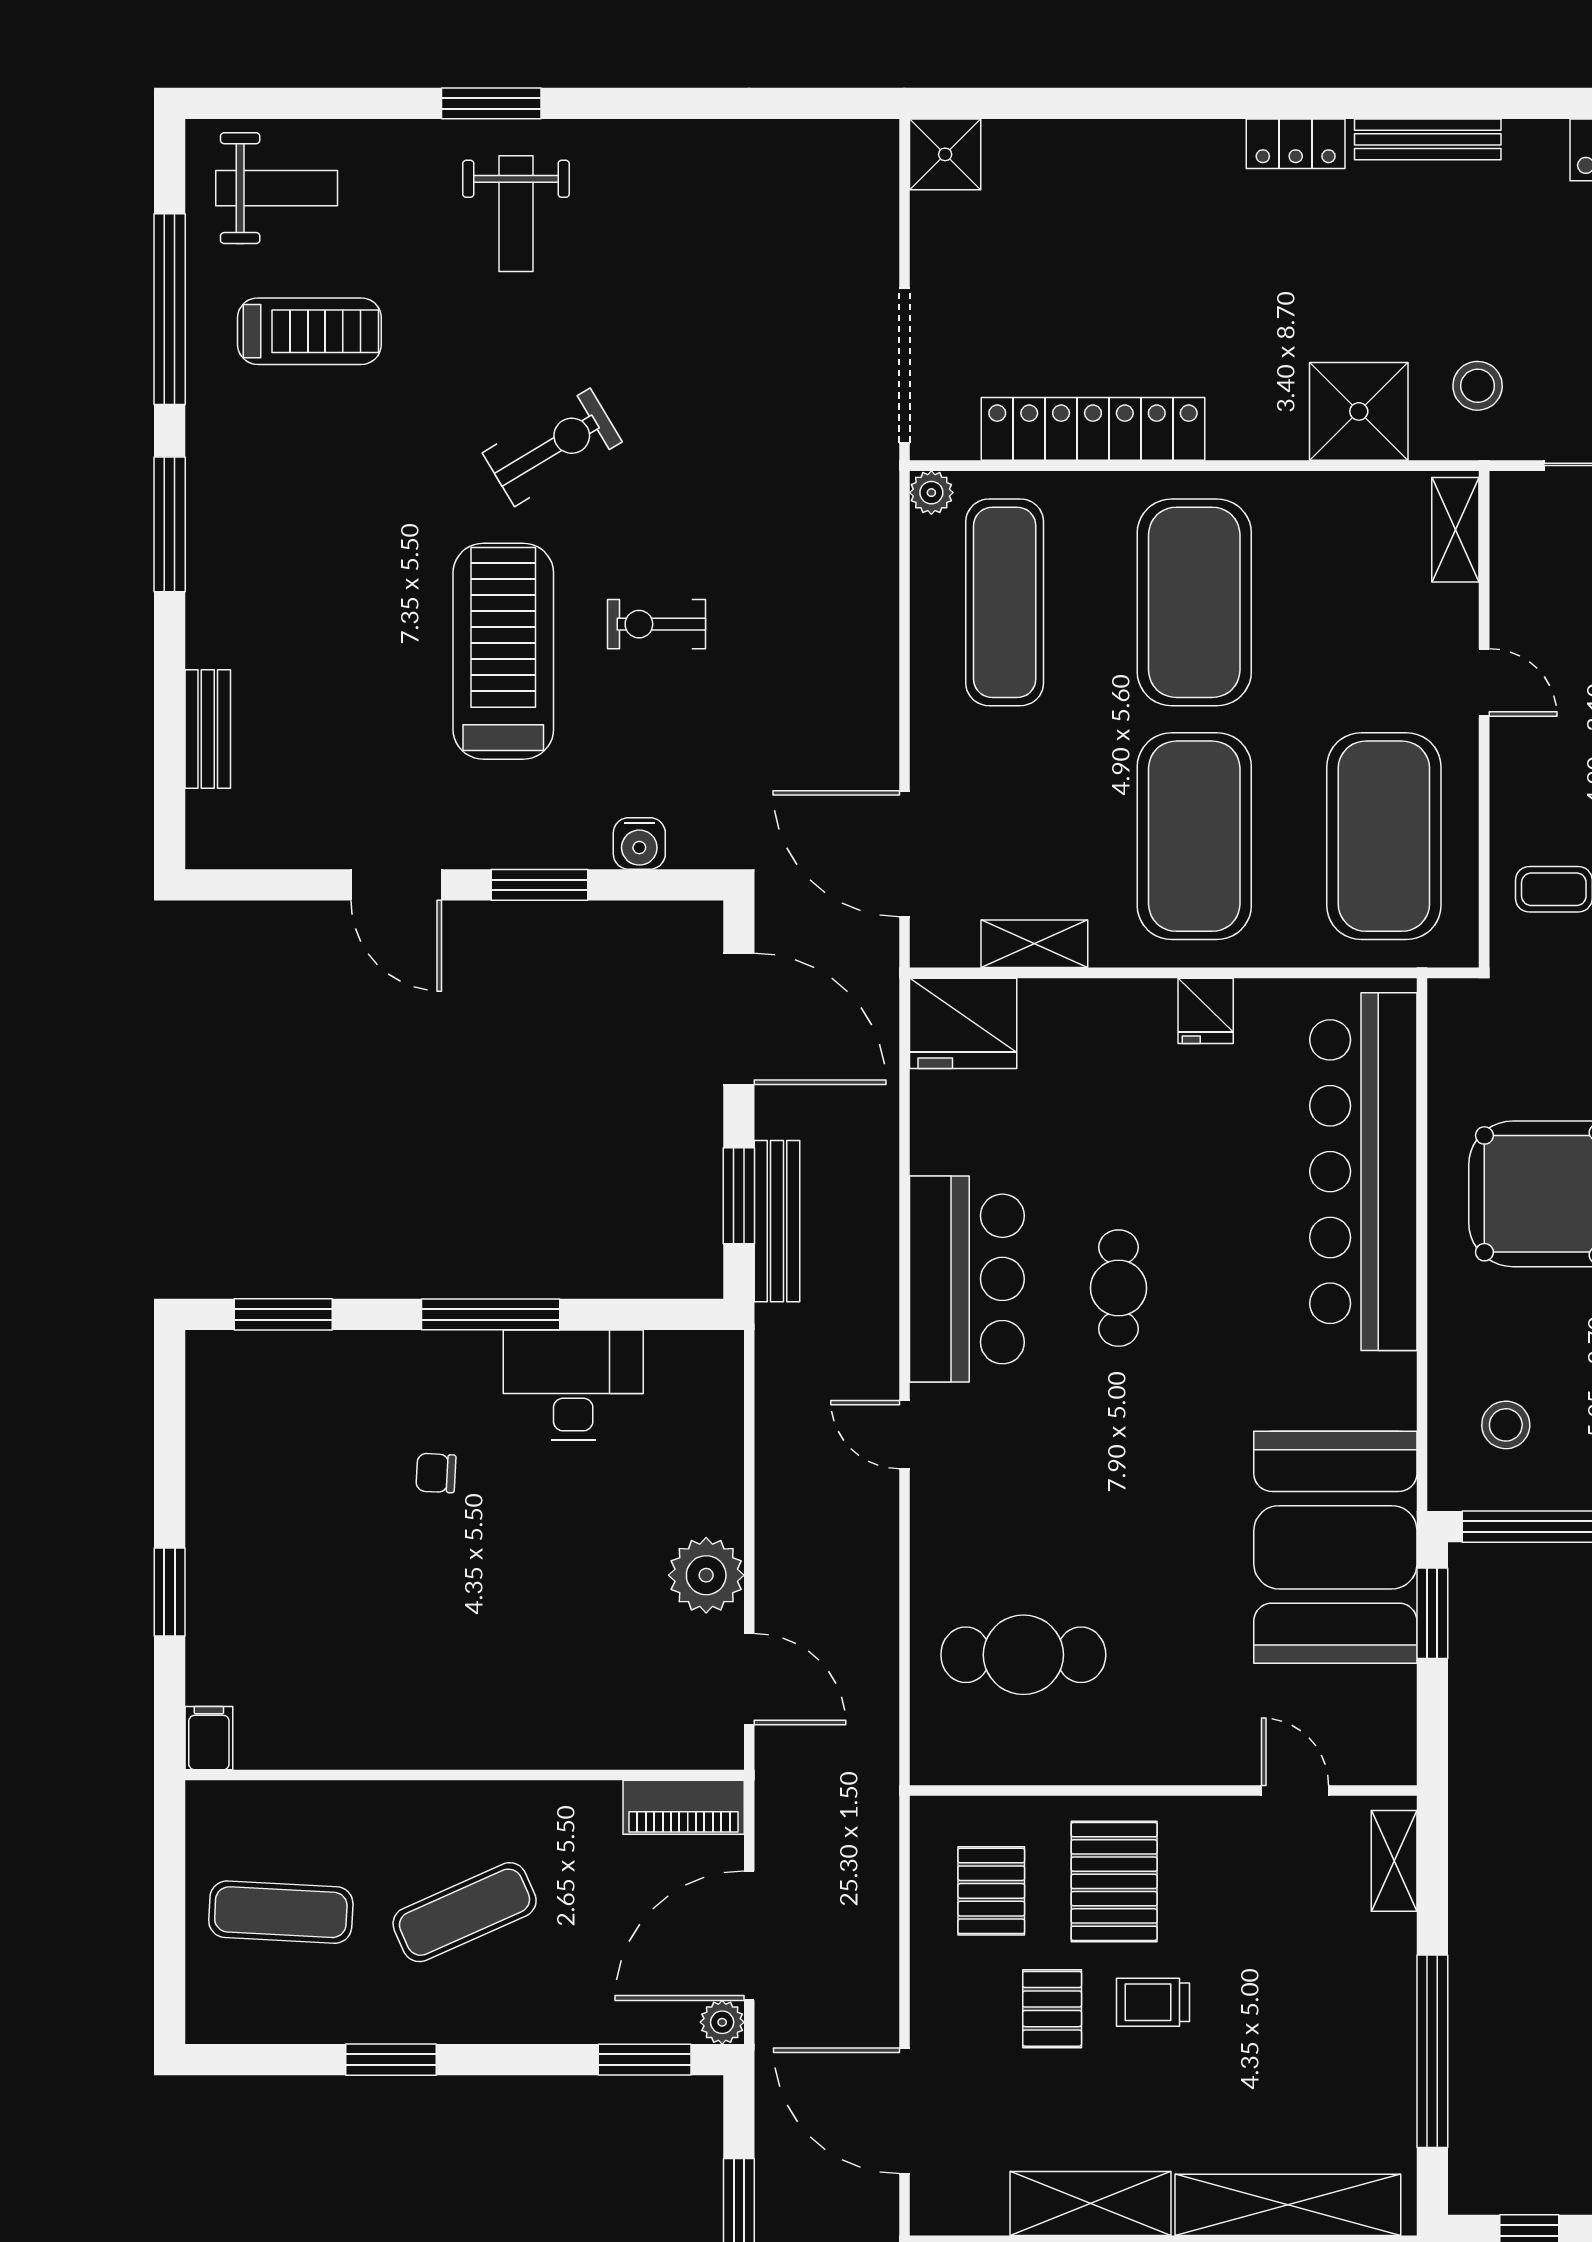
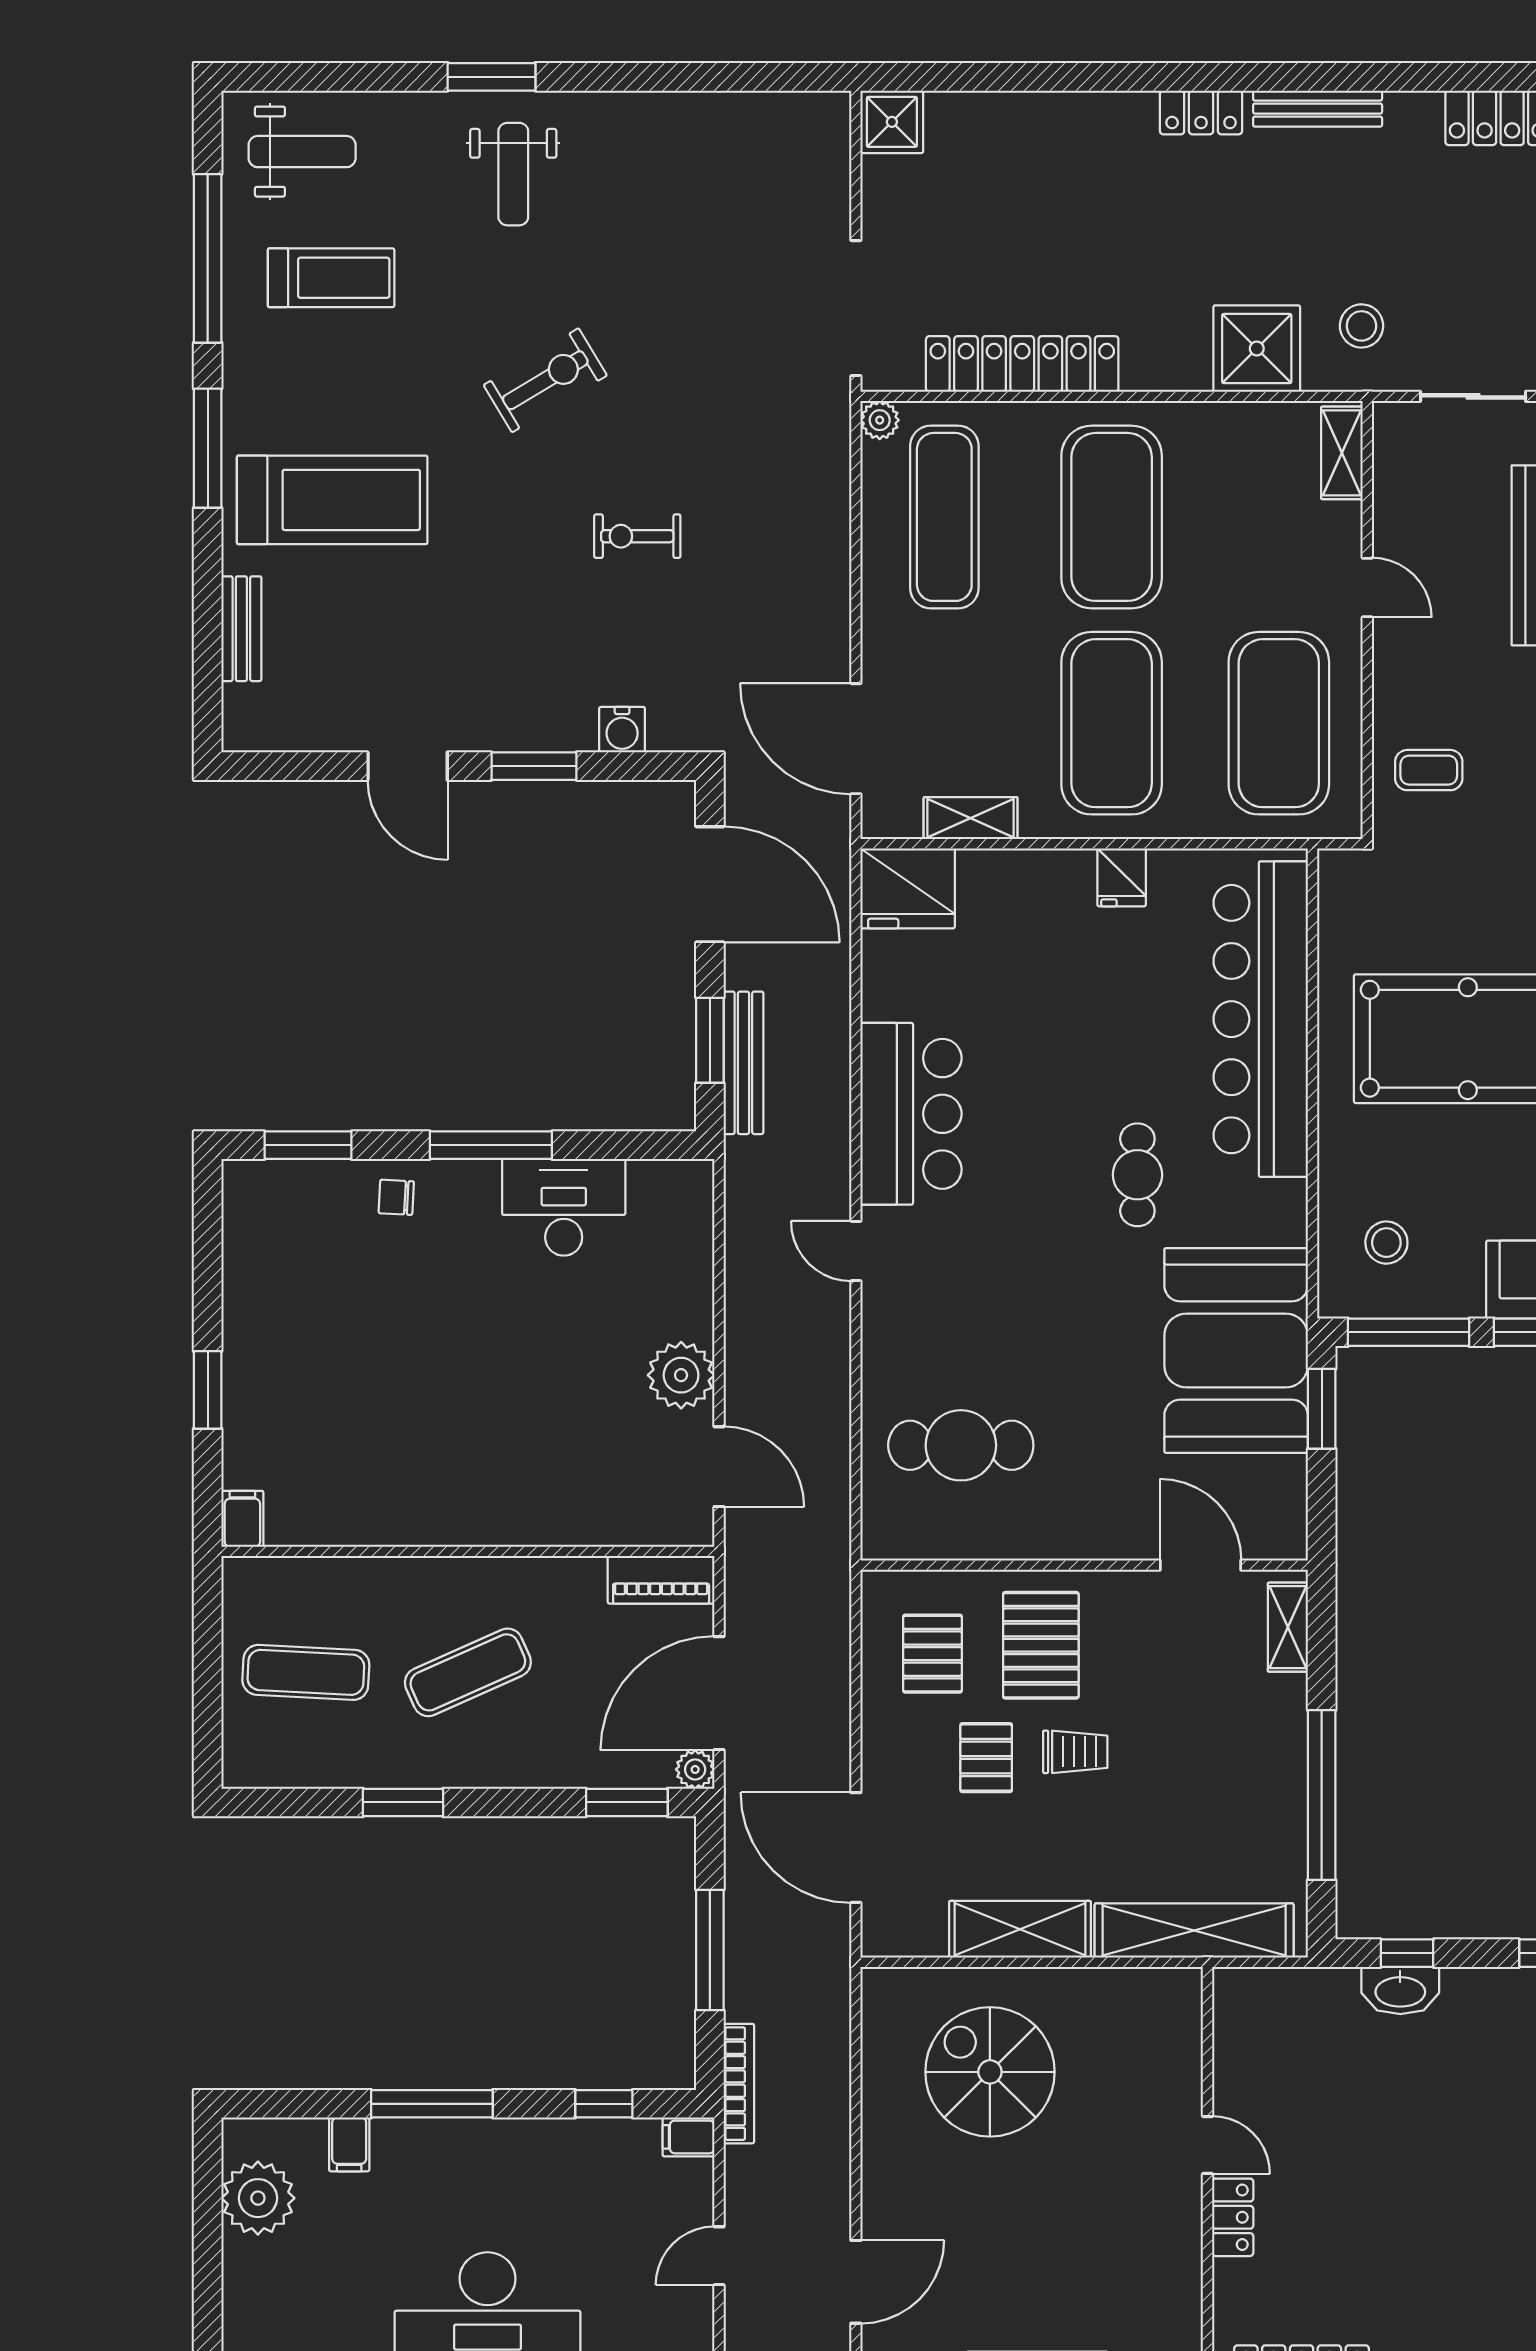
treadmill: (503, 651) -> (332, 500), moved, turned 90
cafe table: (1119, 1288) -> (1137, 1175), moved
chair: (436, 1473) -> (396, 1197), moved
door: (1295, 1791) -> (1200, 1565), width x1.38
trolley: (1153, 2002) -> (1075, 1752), turned 180

